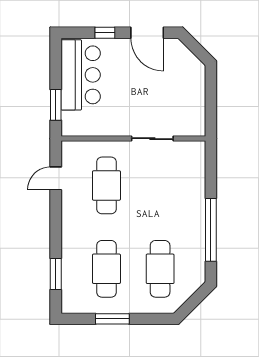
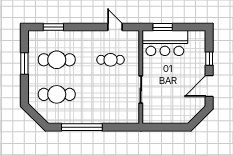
bar counter: (81, 75) -> (165, 43), moved
cafe table: (106, 185) -> (111, 60), width x0.73, depth x0.74

